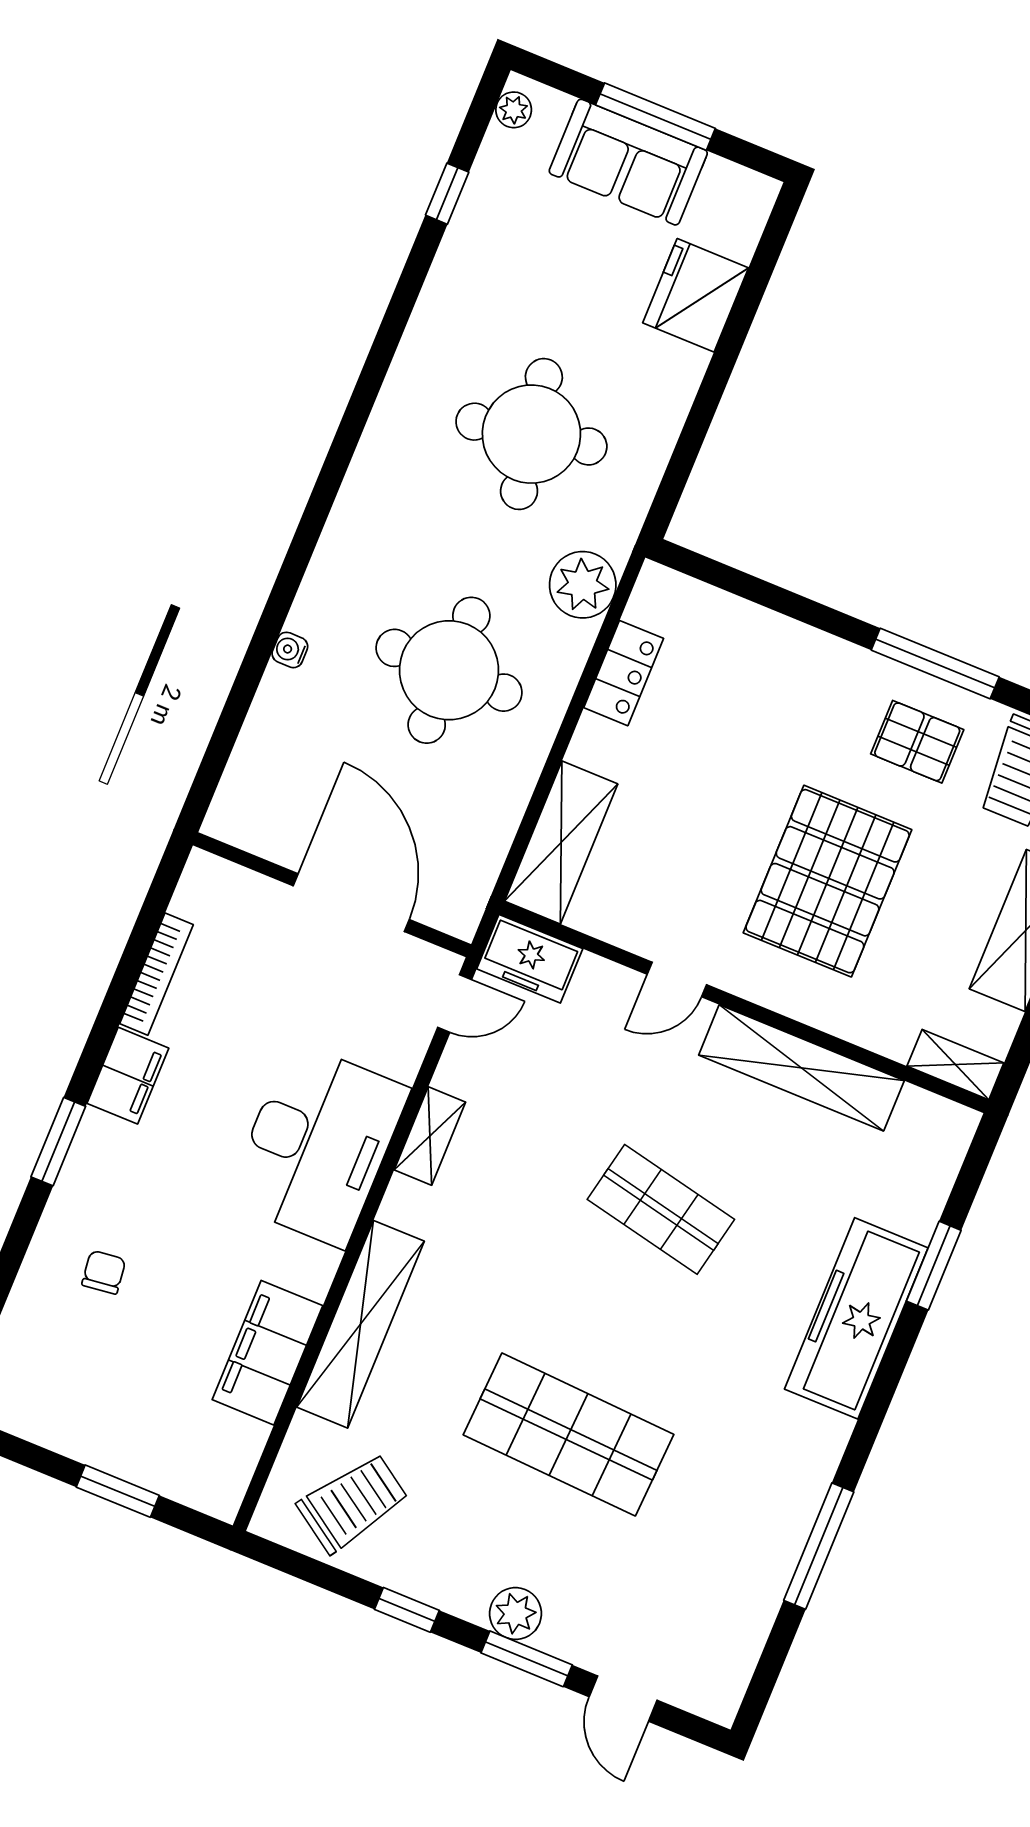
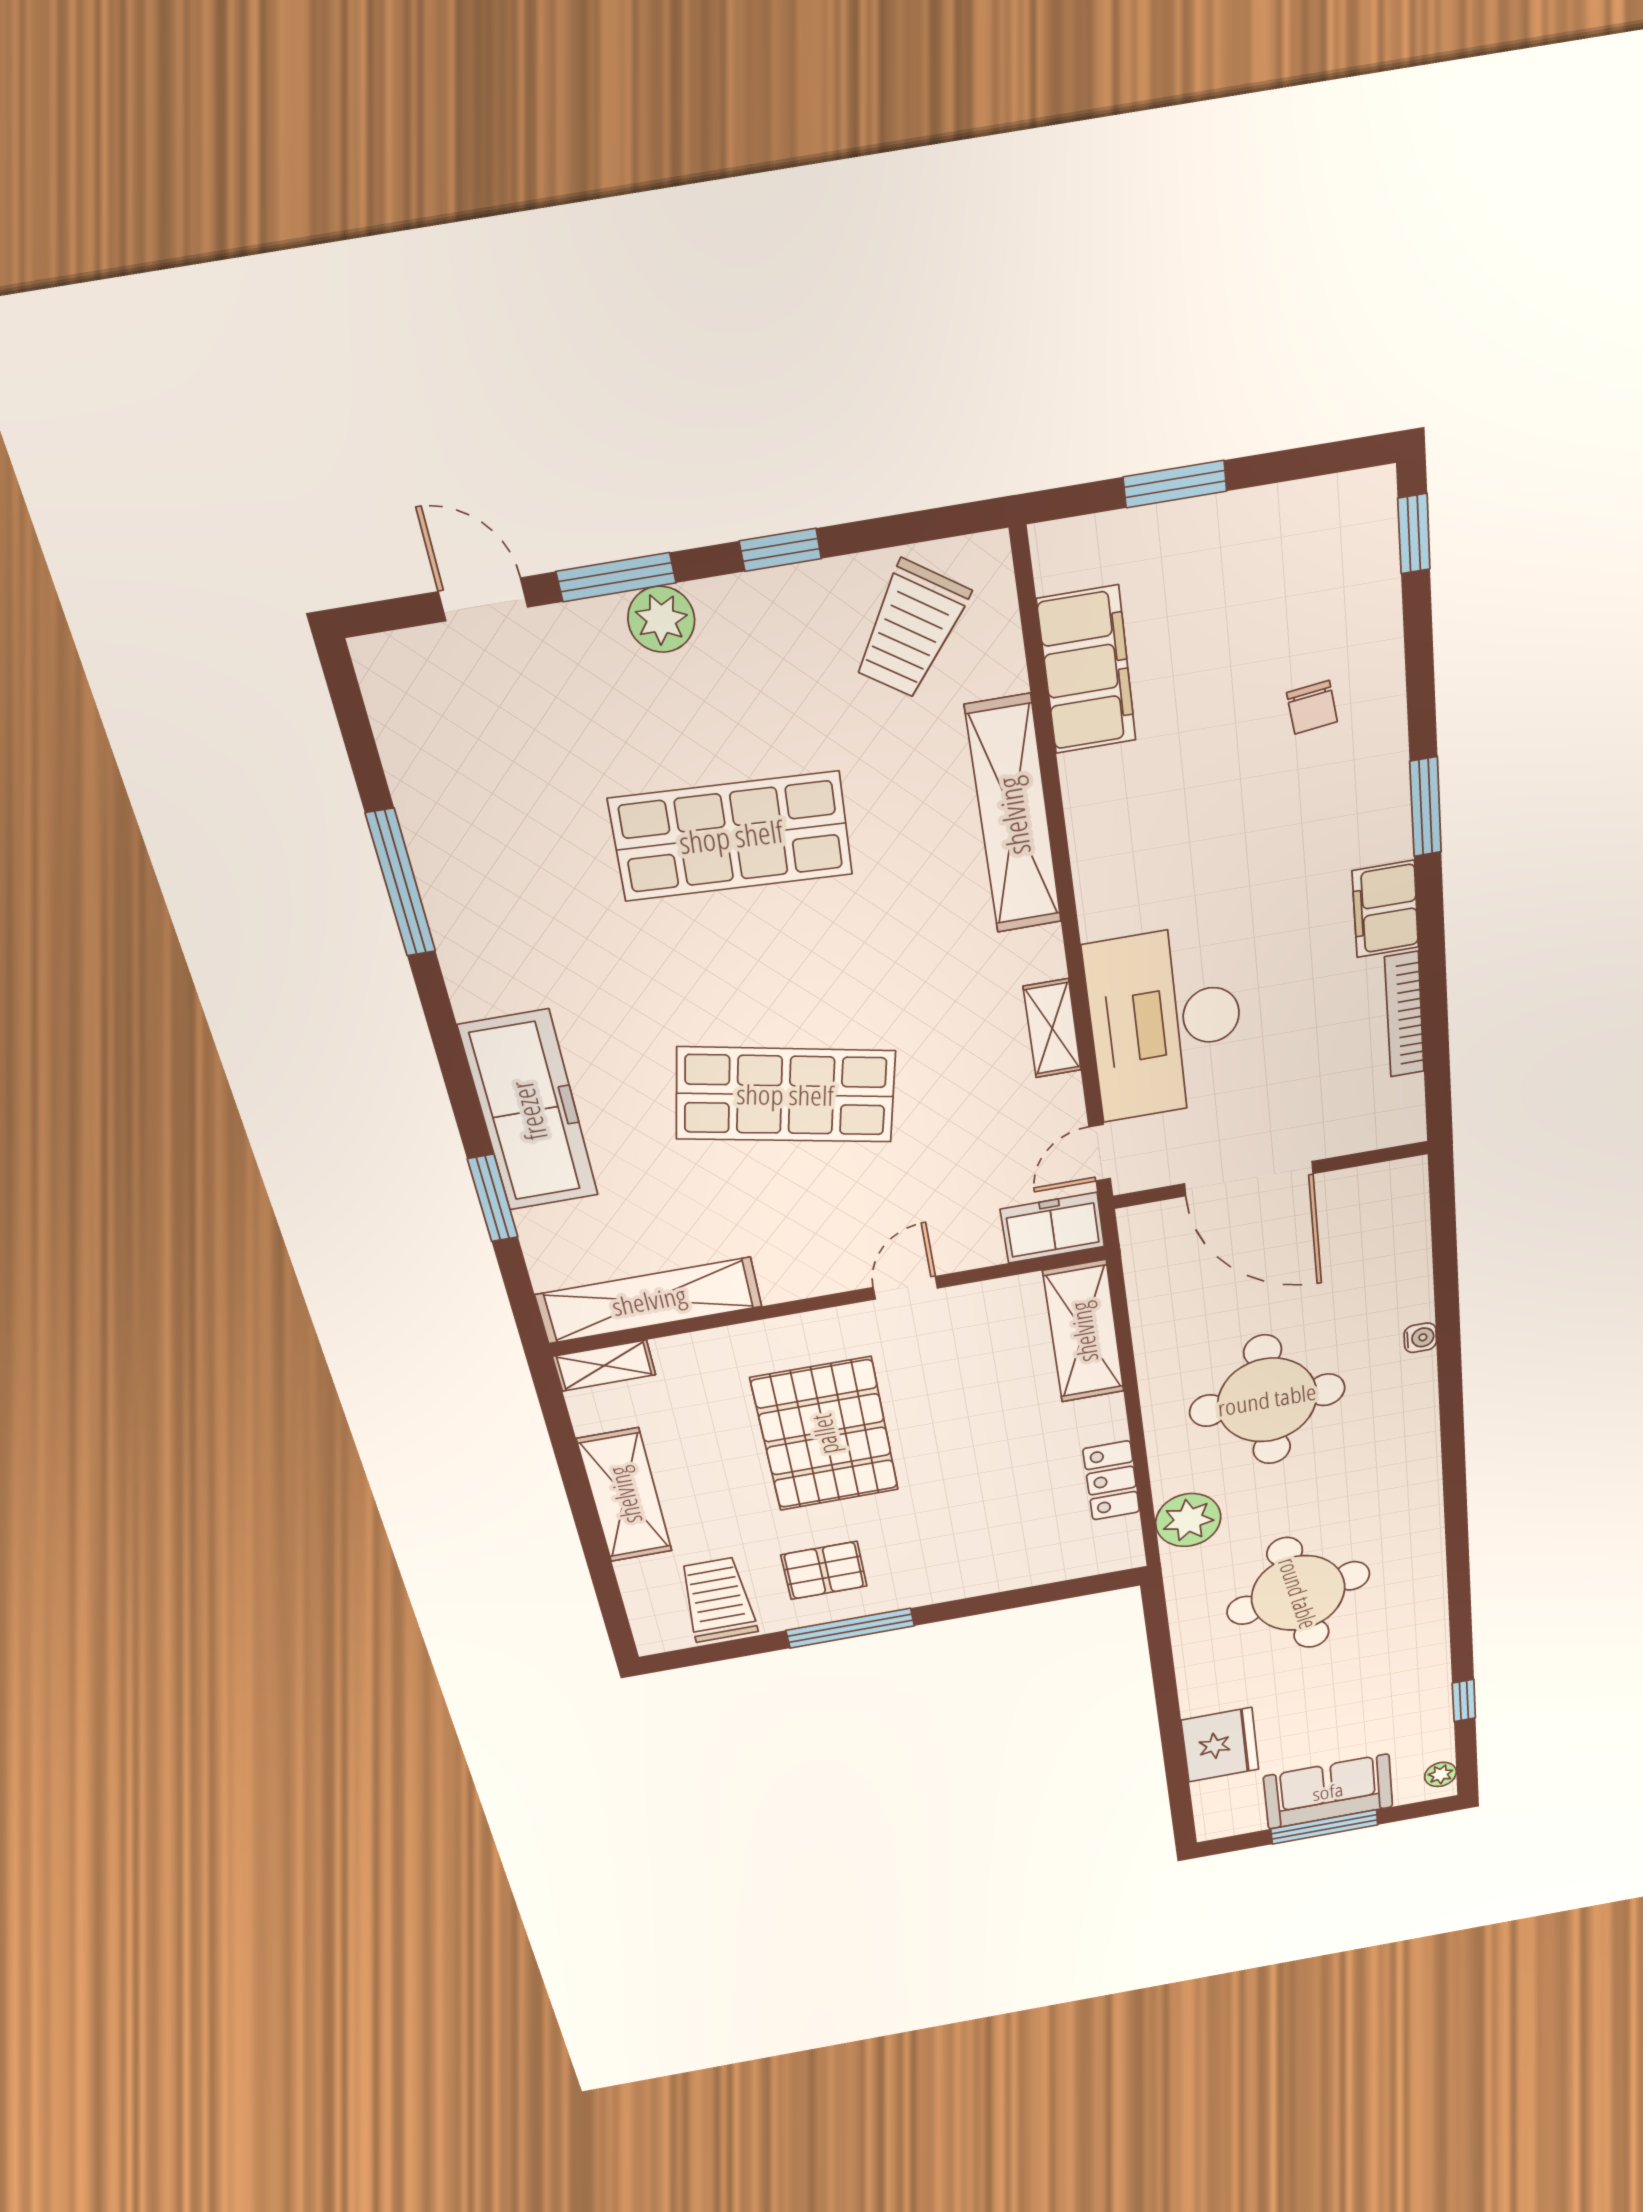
shelving: (801, 1068) -> (649, 1301), moved
desk: (318, 1145) -> (1166, 1023), moved
shop shelf: (661, 1209) -> (785, 1095), width x1.43, depth x1.36
filing cabinet: (268, 1353) -> (1087, 670), moved

